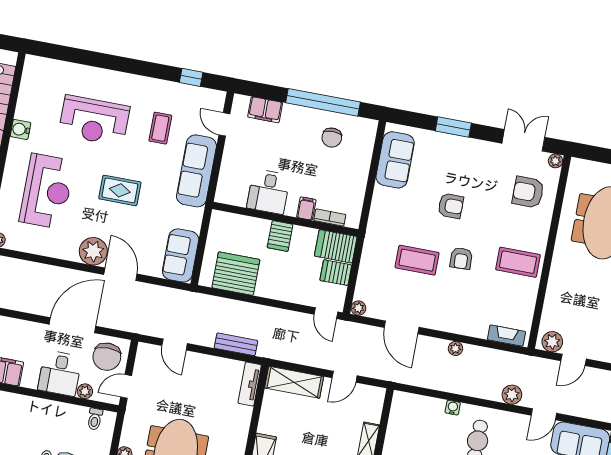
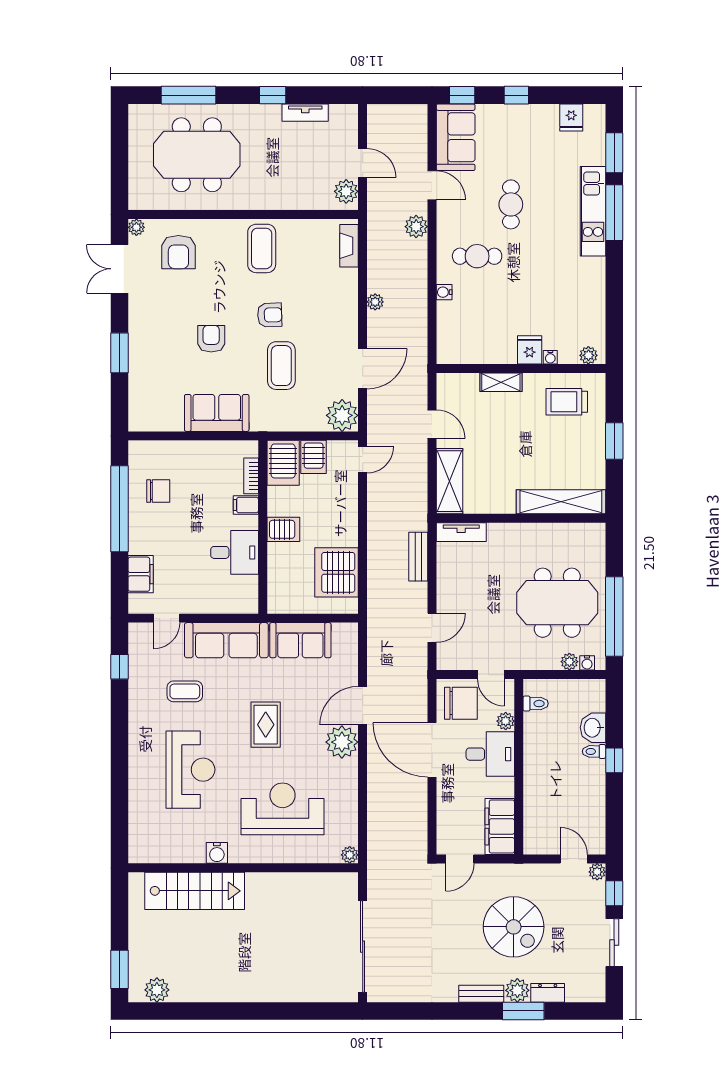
sofa: (395, 160) -> (217, 413), moved
sofa: (181, 255) -> (300, 640), moved
plant: (358, 308) -> (342, 415), width x1.88, depth x1.88

